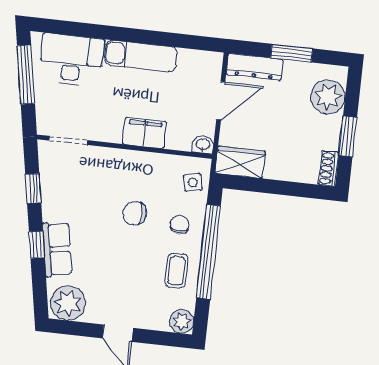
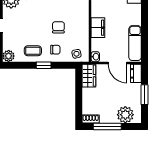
exam couch: (141, 56) -> (135, 43), moved
dresser: (255, 67) -> (136, 73), width x0.70
window: (348, 136) -> (107, 126), width x1.44
window: (208, 252) -> (44, 65), width x0.32

